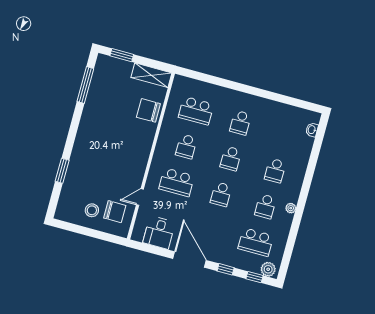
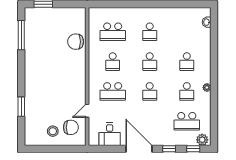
shelving: (151, 75) -> (71, 14), removed

